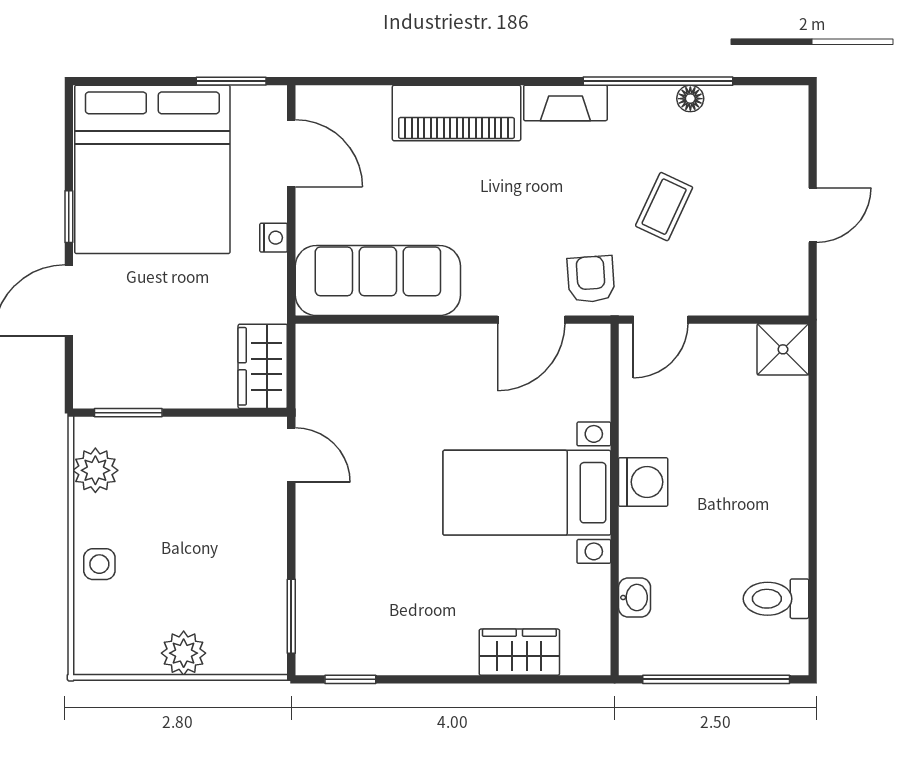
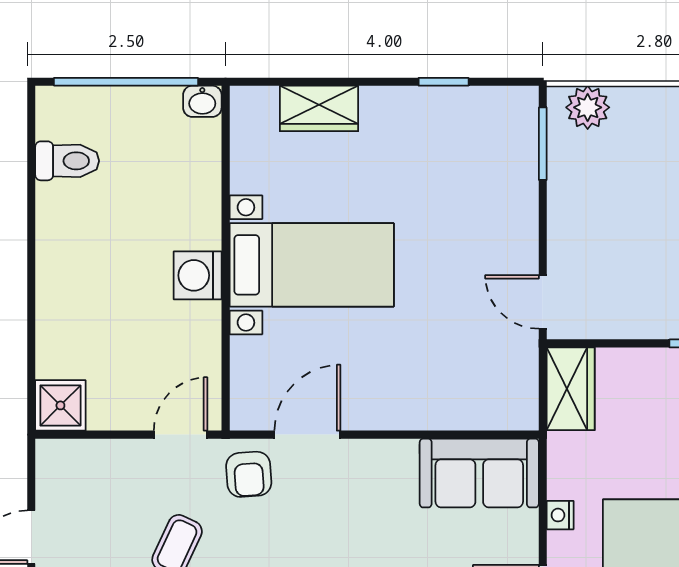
sofa: (378, 280) -> (479, 473), width x0.73
washbasin: (635, 597) -> (202, 101), moved, turned -90
plant: (184, 653) -> (588, 107), moved
window: (350, 679) -> (444, 82), moved

